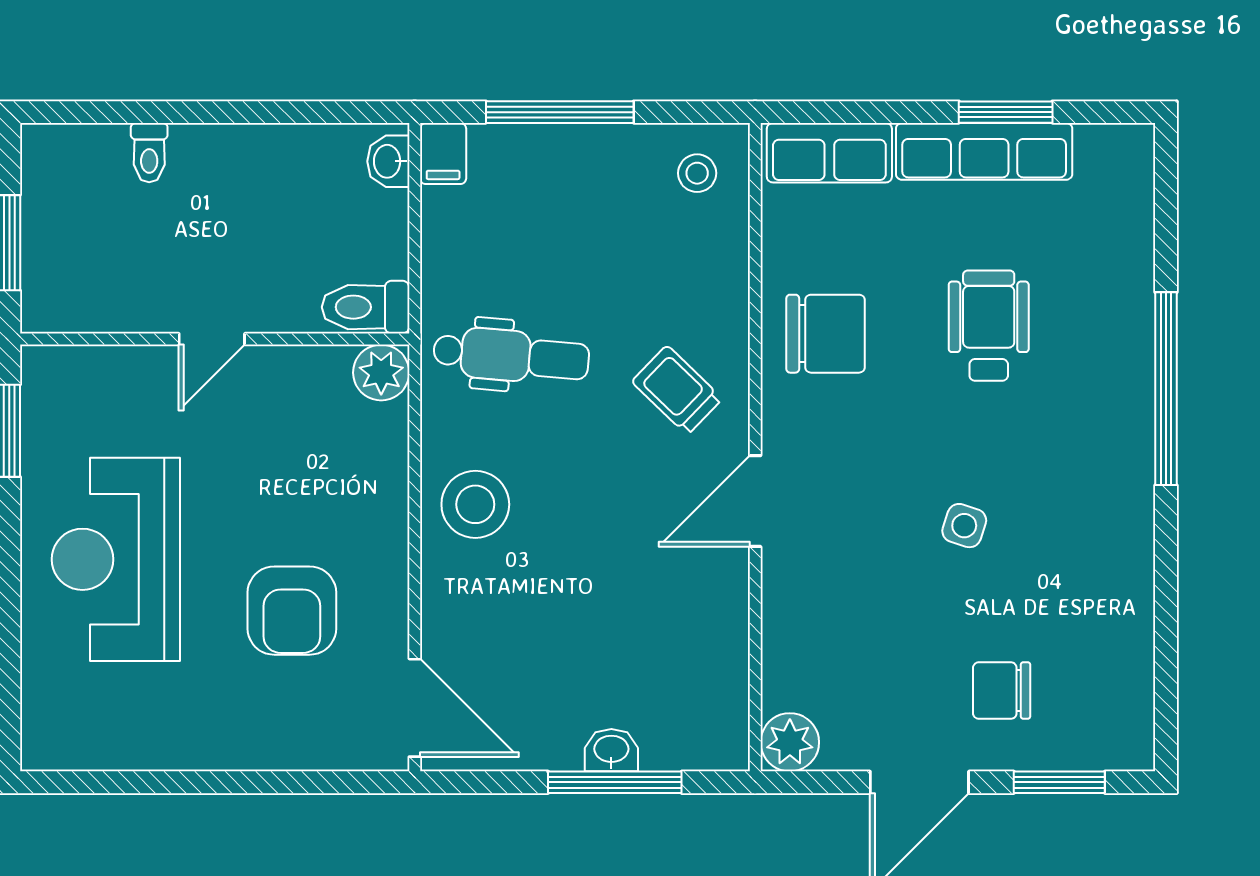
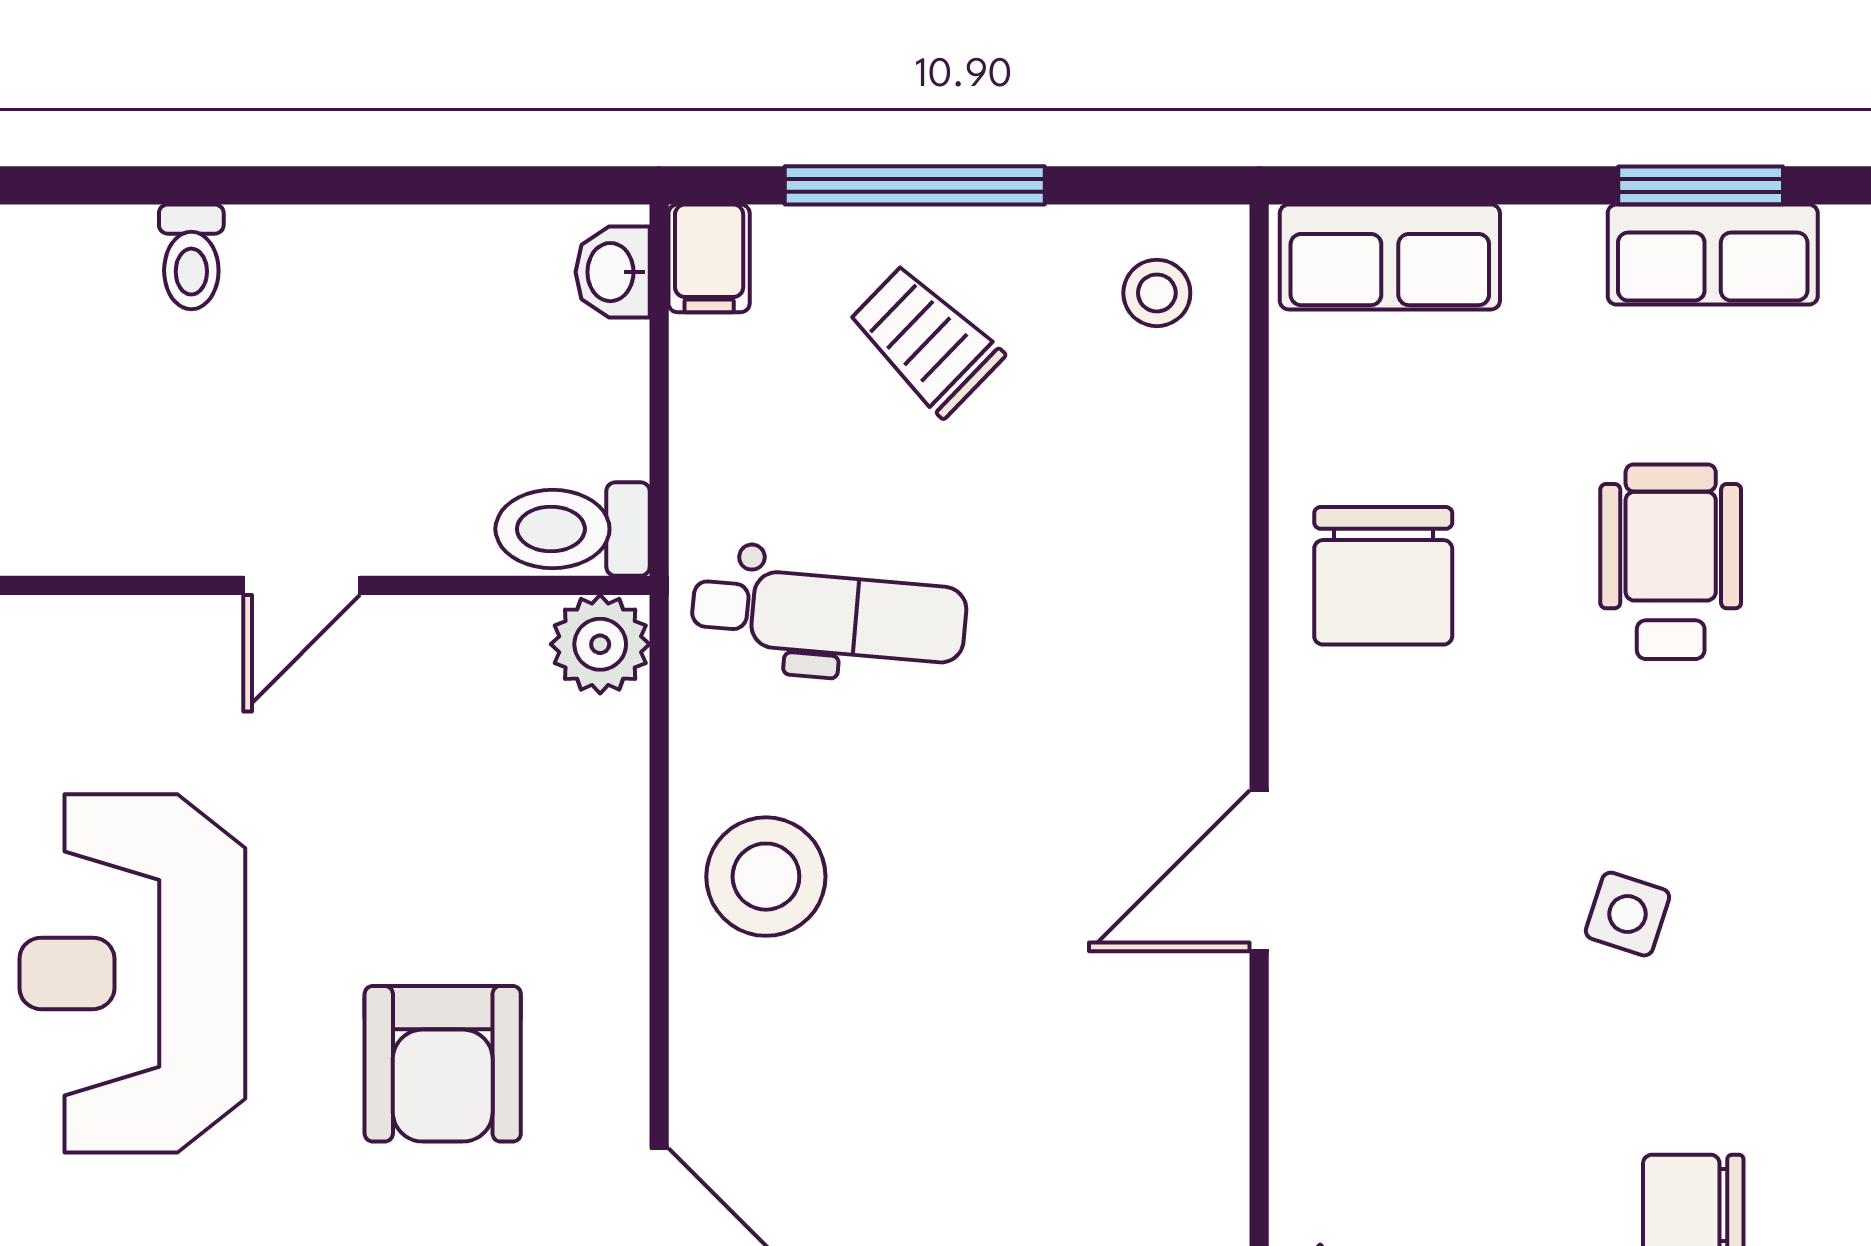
row of seats: (984, 151) -> (1713, 255), width x0.68
chair: (826, 334) -> (1383, 576), turned 90
trolley: (677, 390) -> (926, 340), moved

